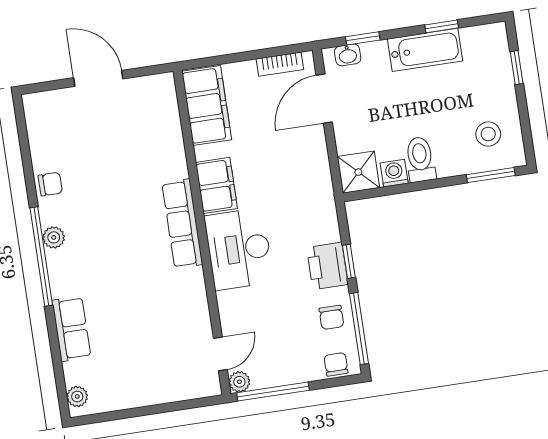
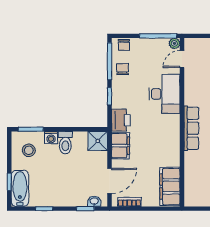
bathtub: (425, 50) -> (20, 188), moved, turned 90
washing machine: (394, 173) -> (51, 138), moved
filing cabinet: (216, 185) -> (120, 146), moved, turned 180
desk: (239, 249) -> (164, 94), moved
printer: (327, 266) -> (121, 120), moved

